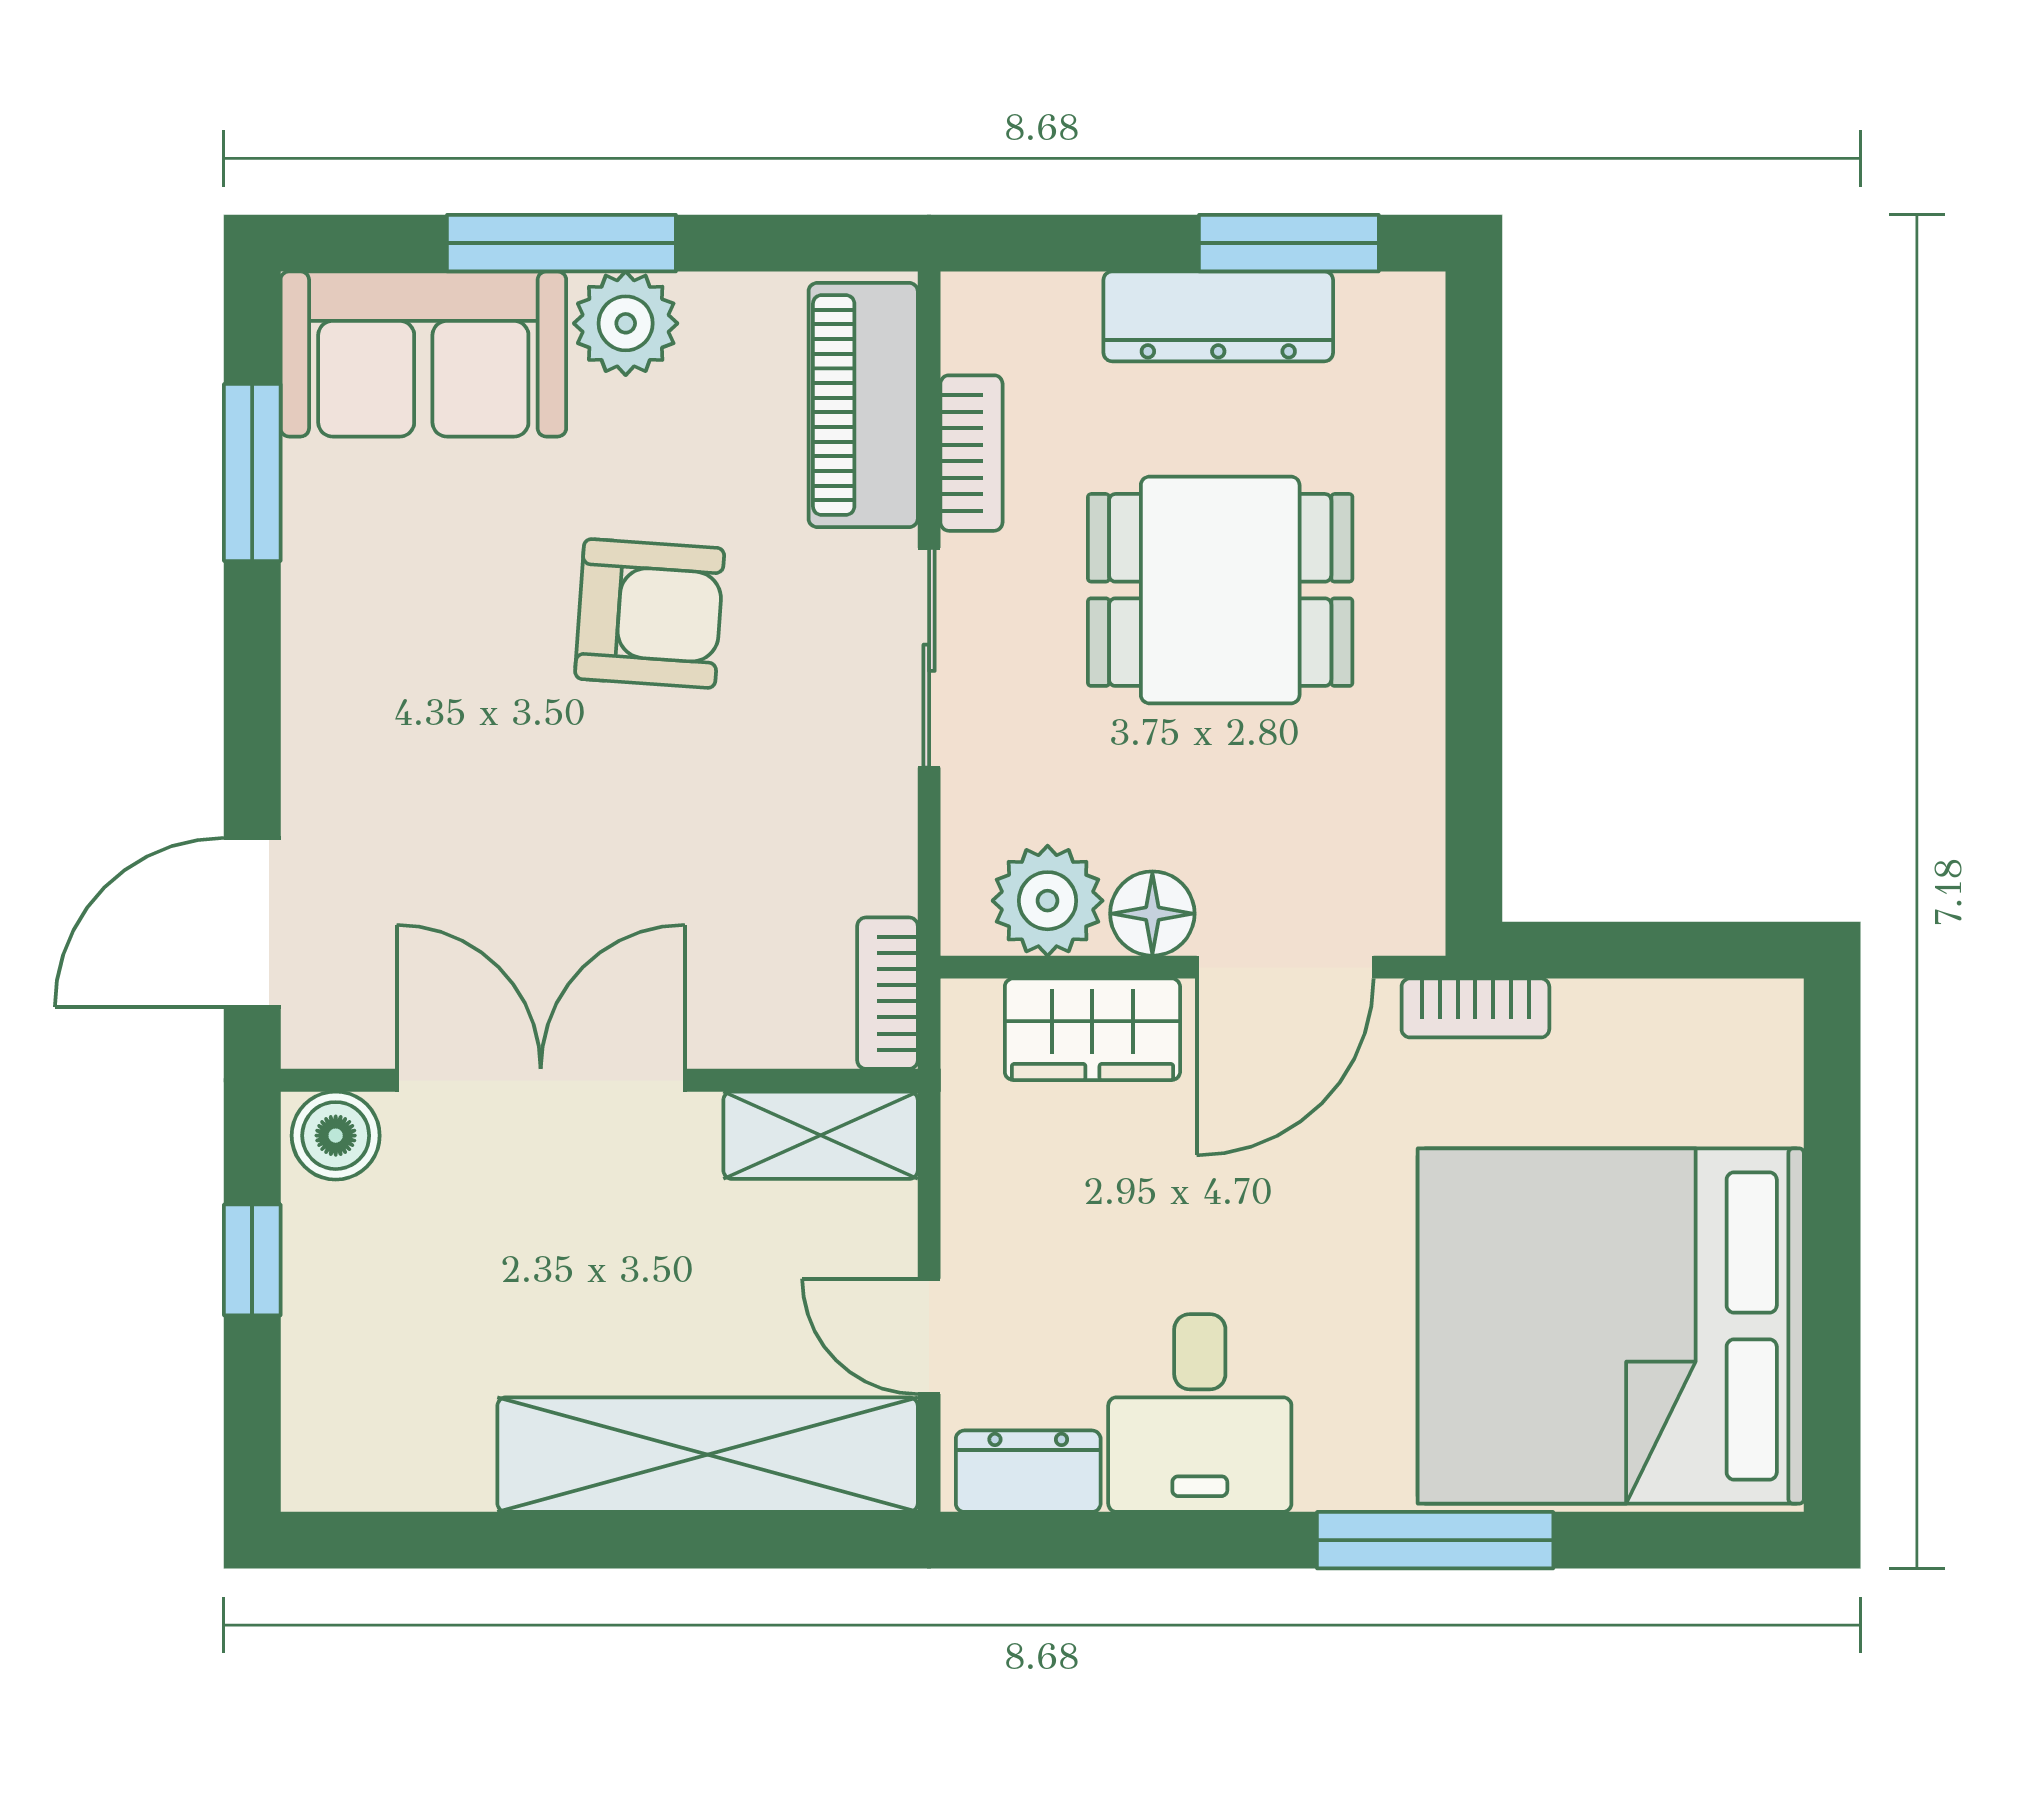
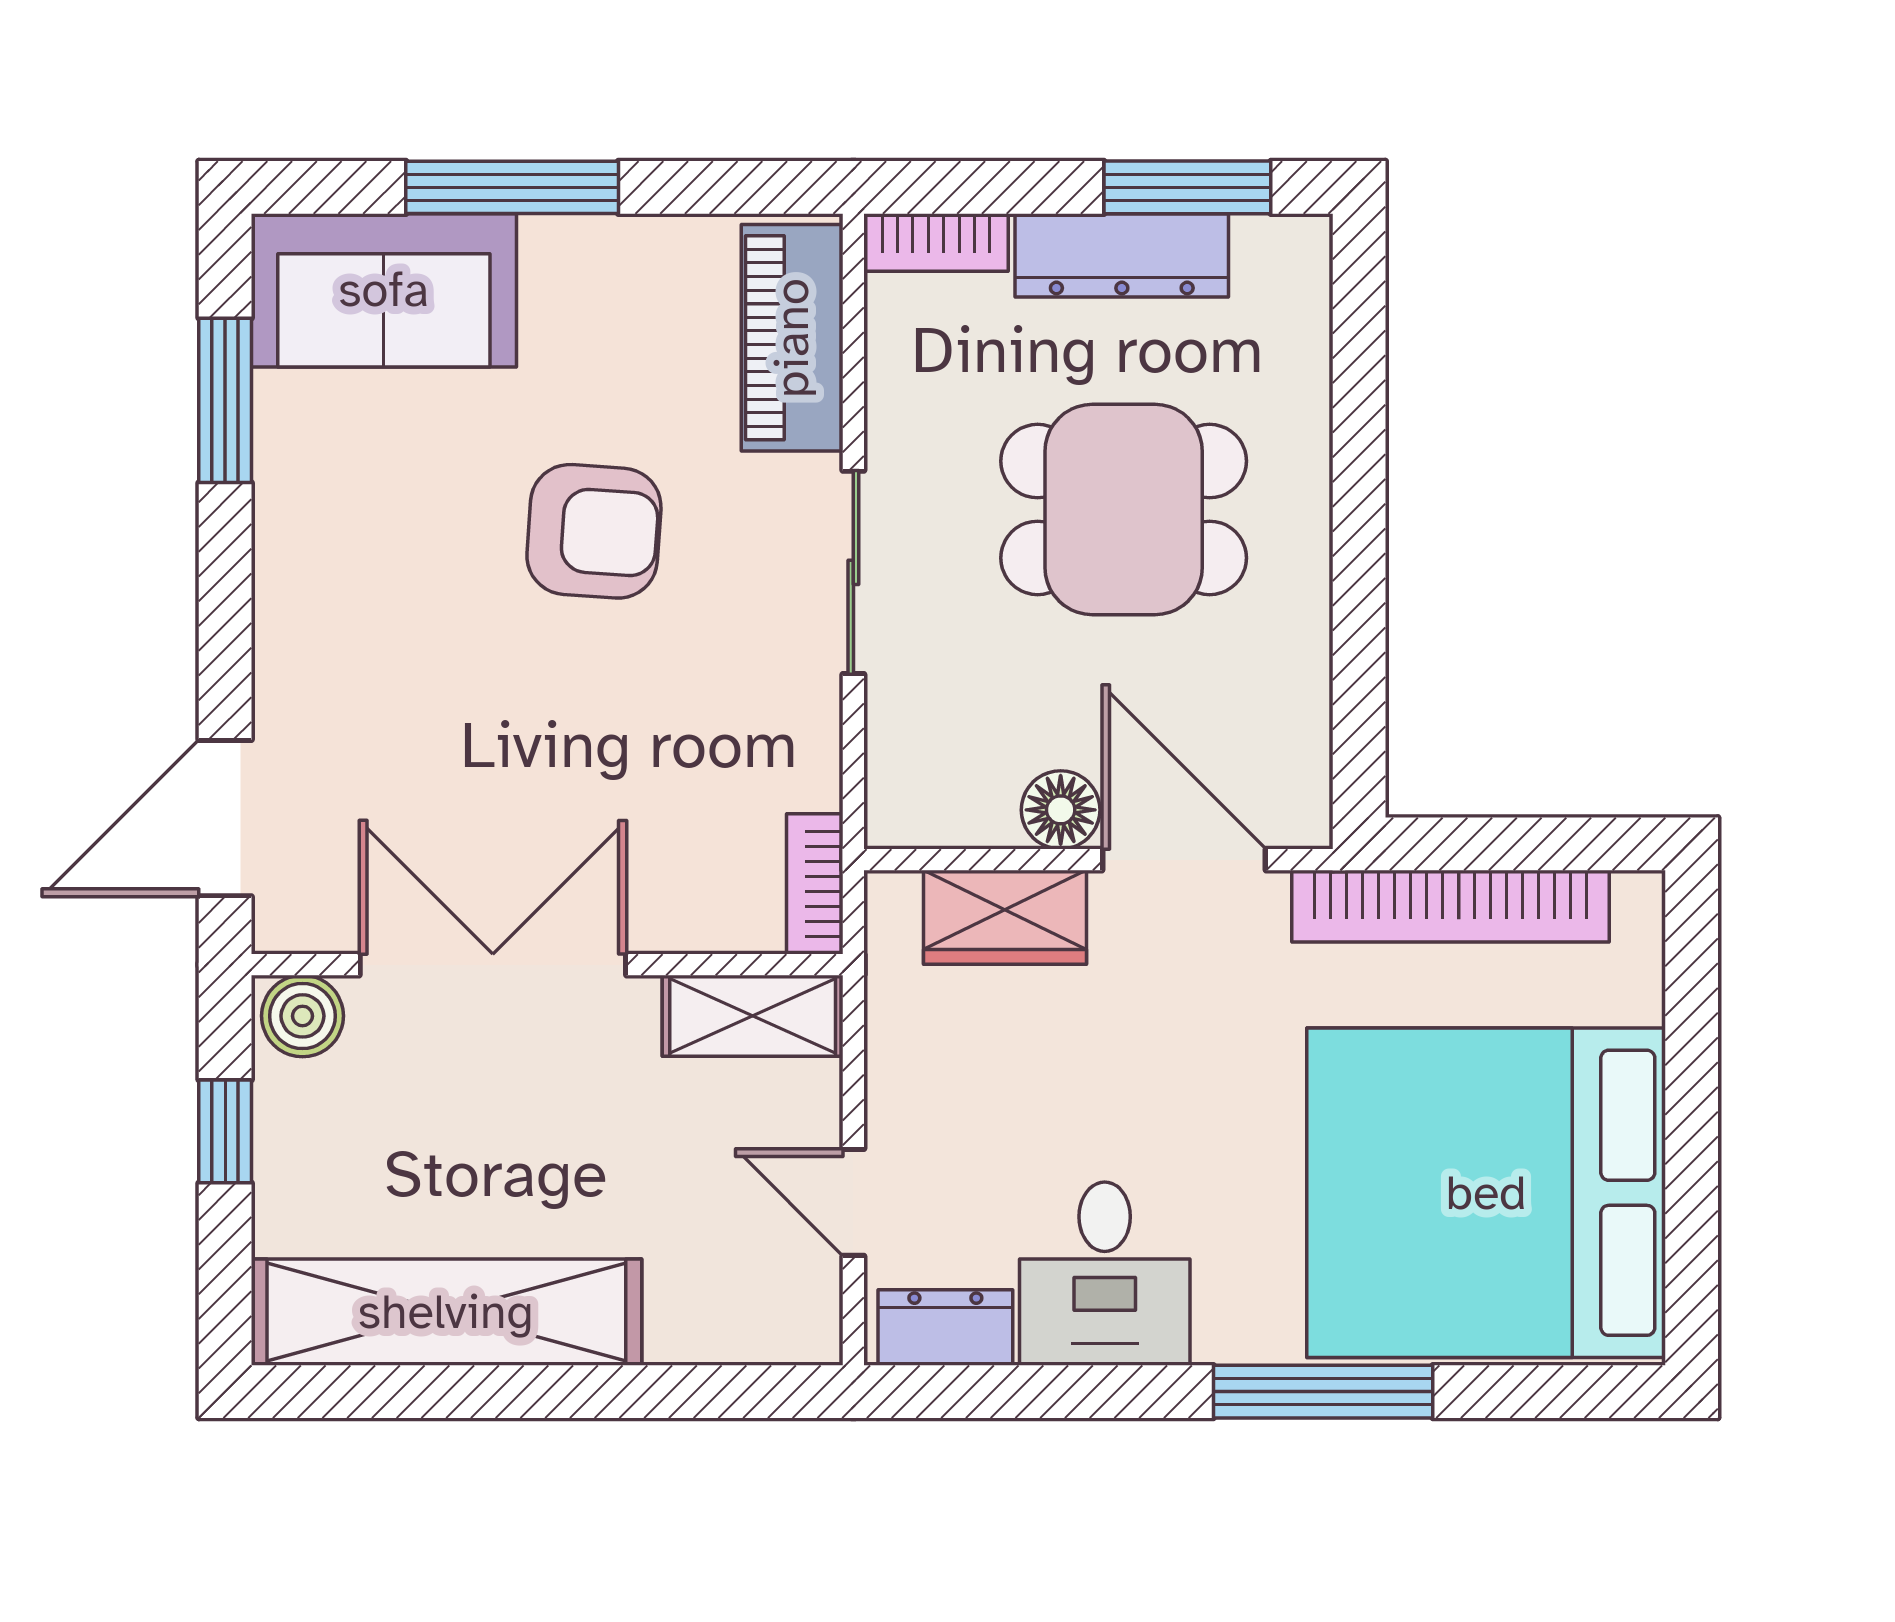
plant: (626, 323) -> (572, 262), removed
bookcase: (971, 453) -> (936, 243), moved, turned 90
plant: (1048, 901) -> (963, 798), removed
door: (1285, 967) -> (1184, 860), swing flipped
bookcase: (1475, 1008) -> (1451, 906), width x2.31, depth x1.31
shelving: (708, 1455) -> (446, 1312), moved

